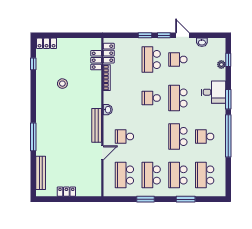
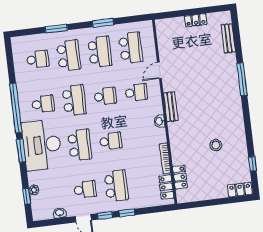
desk: (214, 92) -> (42, 145), width x1.87, depth x1.30
bench: (97, 125) -> (171, 107), width x0.73
school desk: (151, 136) -> (105, 96), added
bench: (41, 173) -> (228, 38), width x0.73
school desk: (205, 175) -> (38, 59), width x0.54

